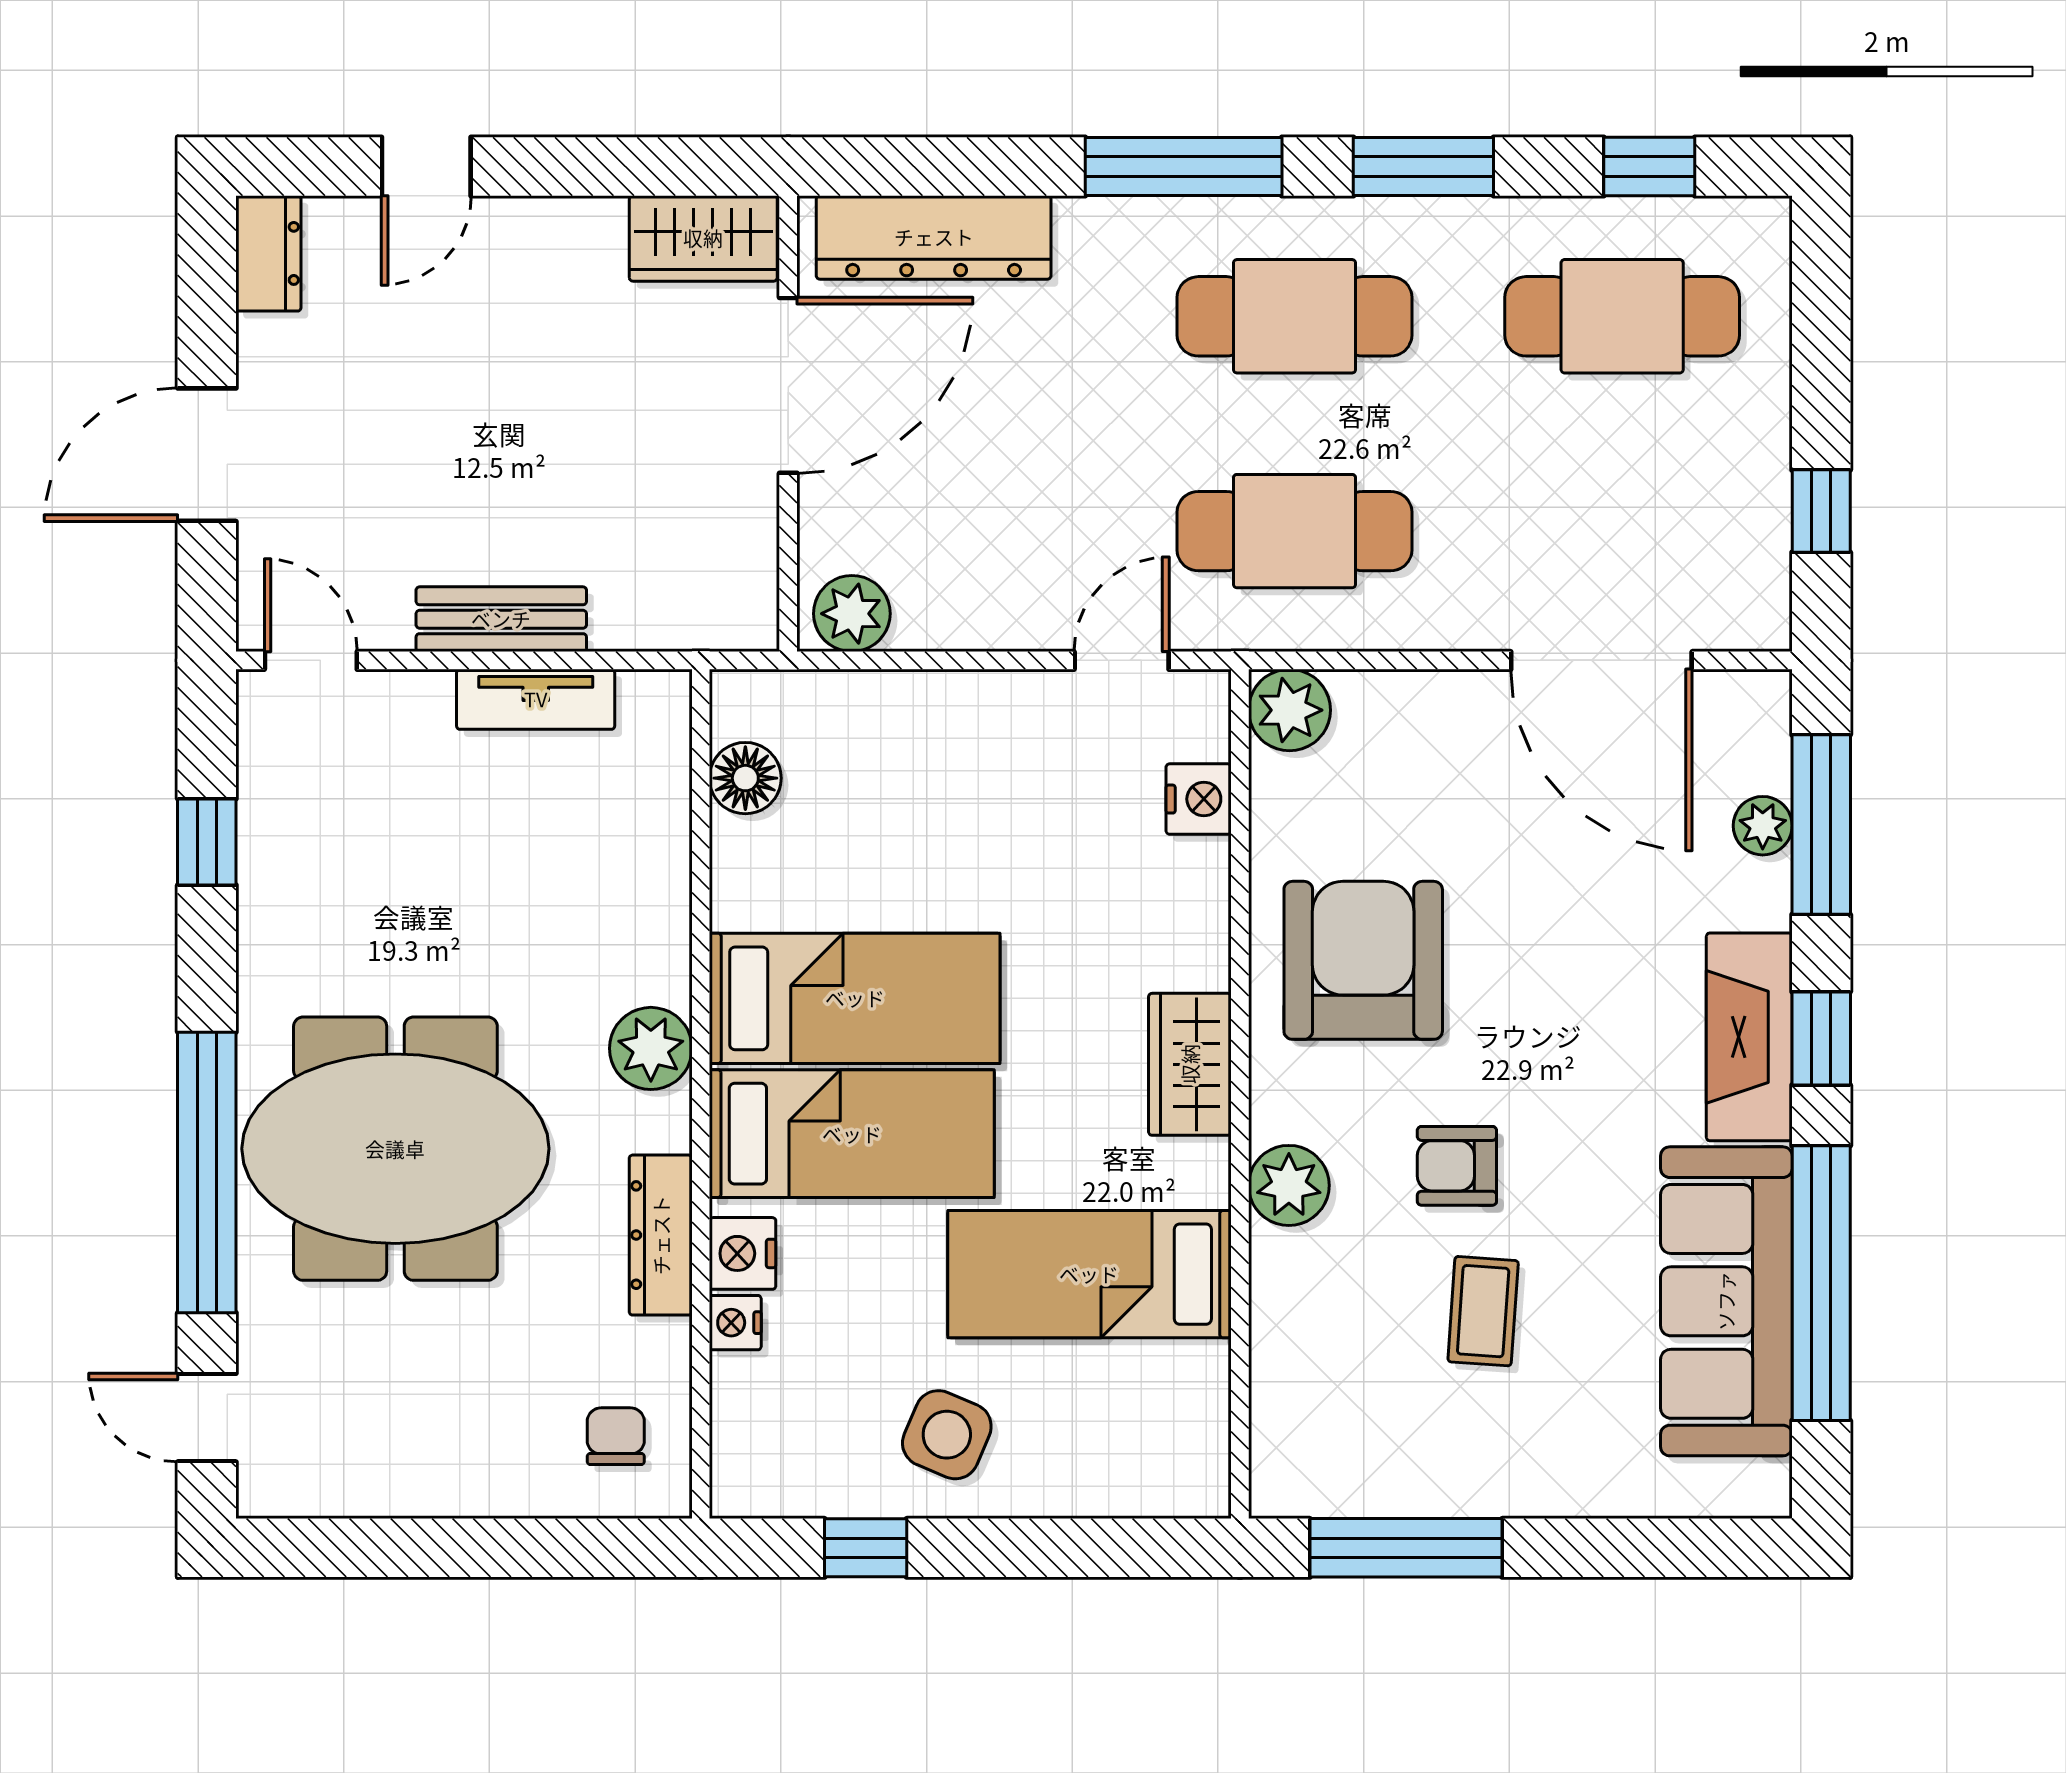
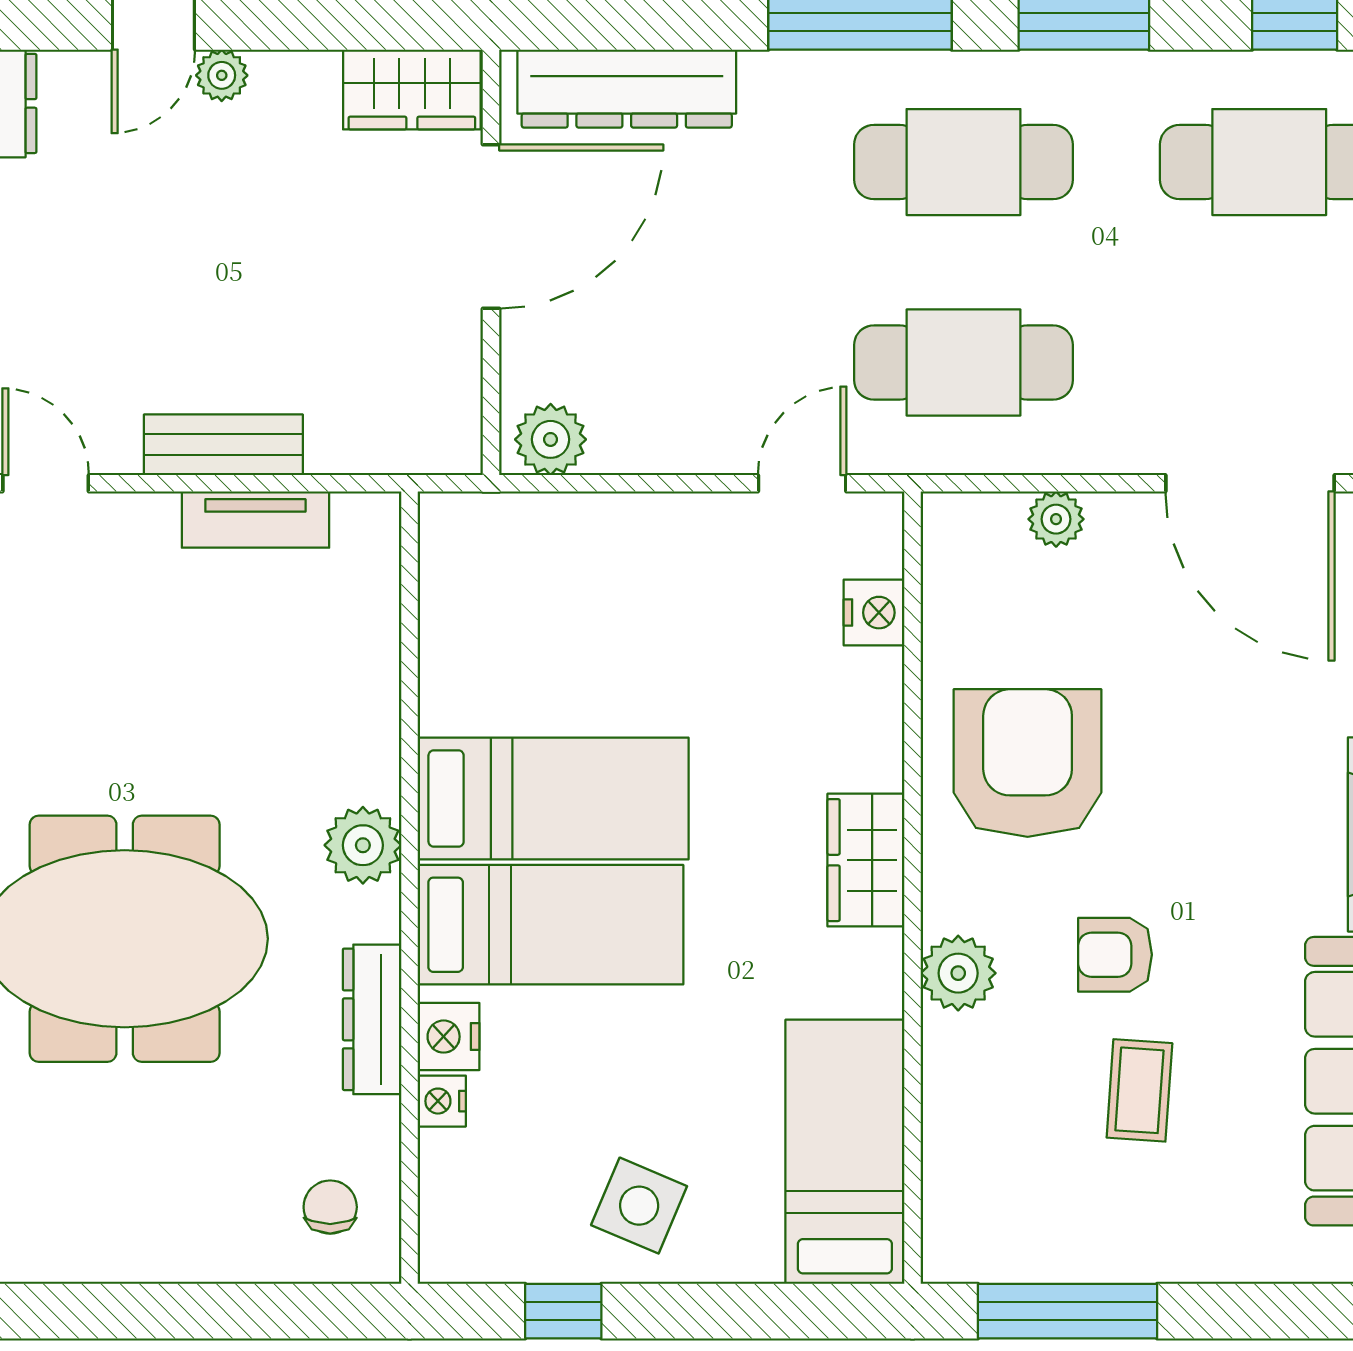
plant: (500, 223) -> (222, 75), added
plant: (1289, 710) -> (1056, 519), moved, width x0.73, depth x0.73
floor lamp: (745, 778) -> (451, 593), removed
bed: (1089, 1274) -> (845, 1152), moved, turned 90

